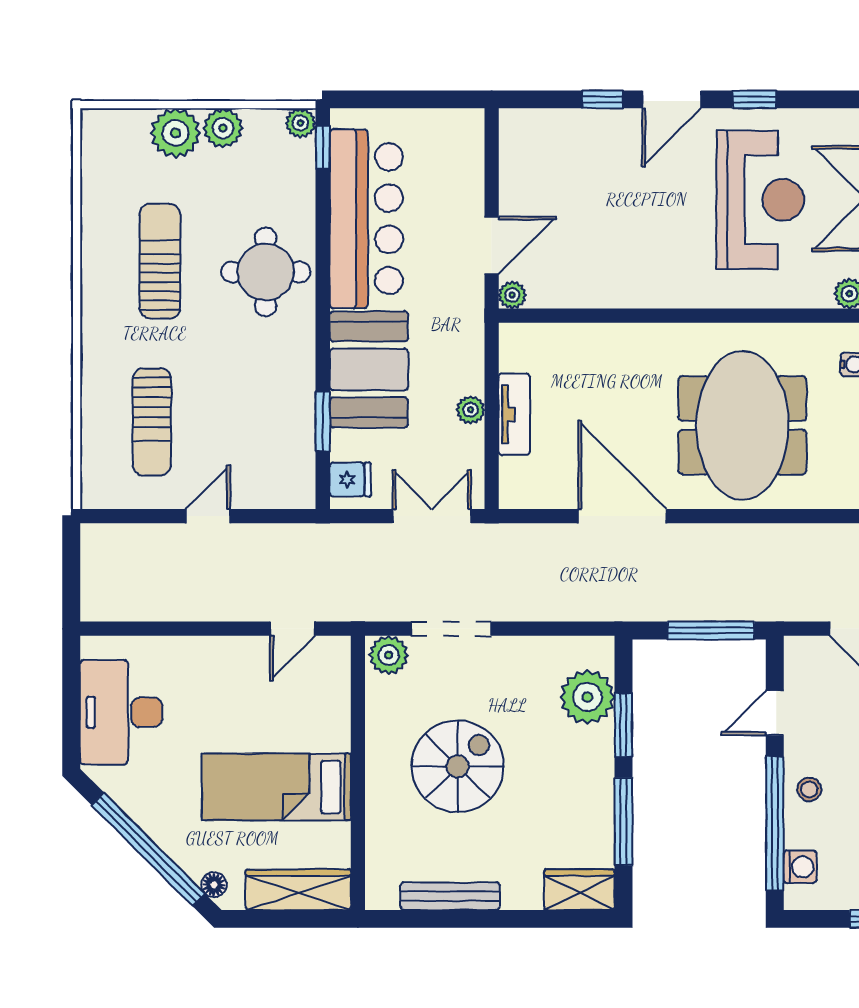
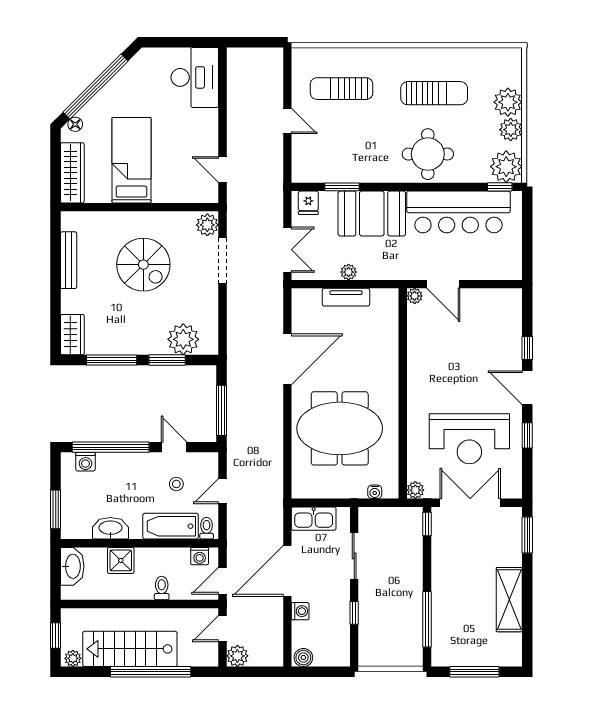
plant: (300, 123) -> (506, 167), width x1.88, depth x1.88
desk: (121, 712) -> (195, 77), moved, turned 90
stool: (809, 789) -> (176, 484), moved

